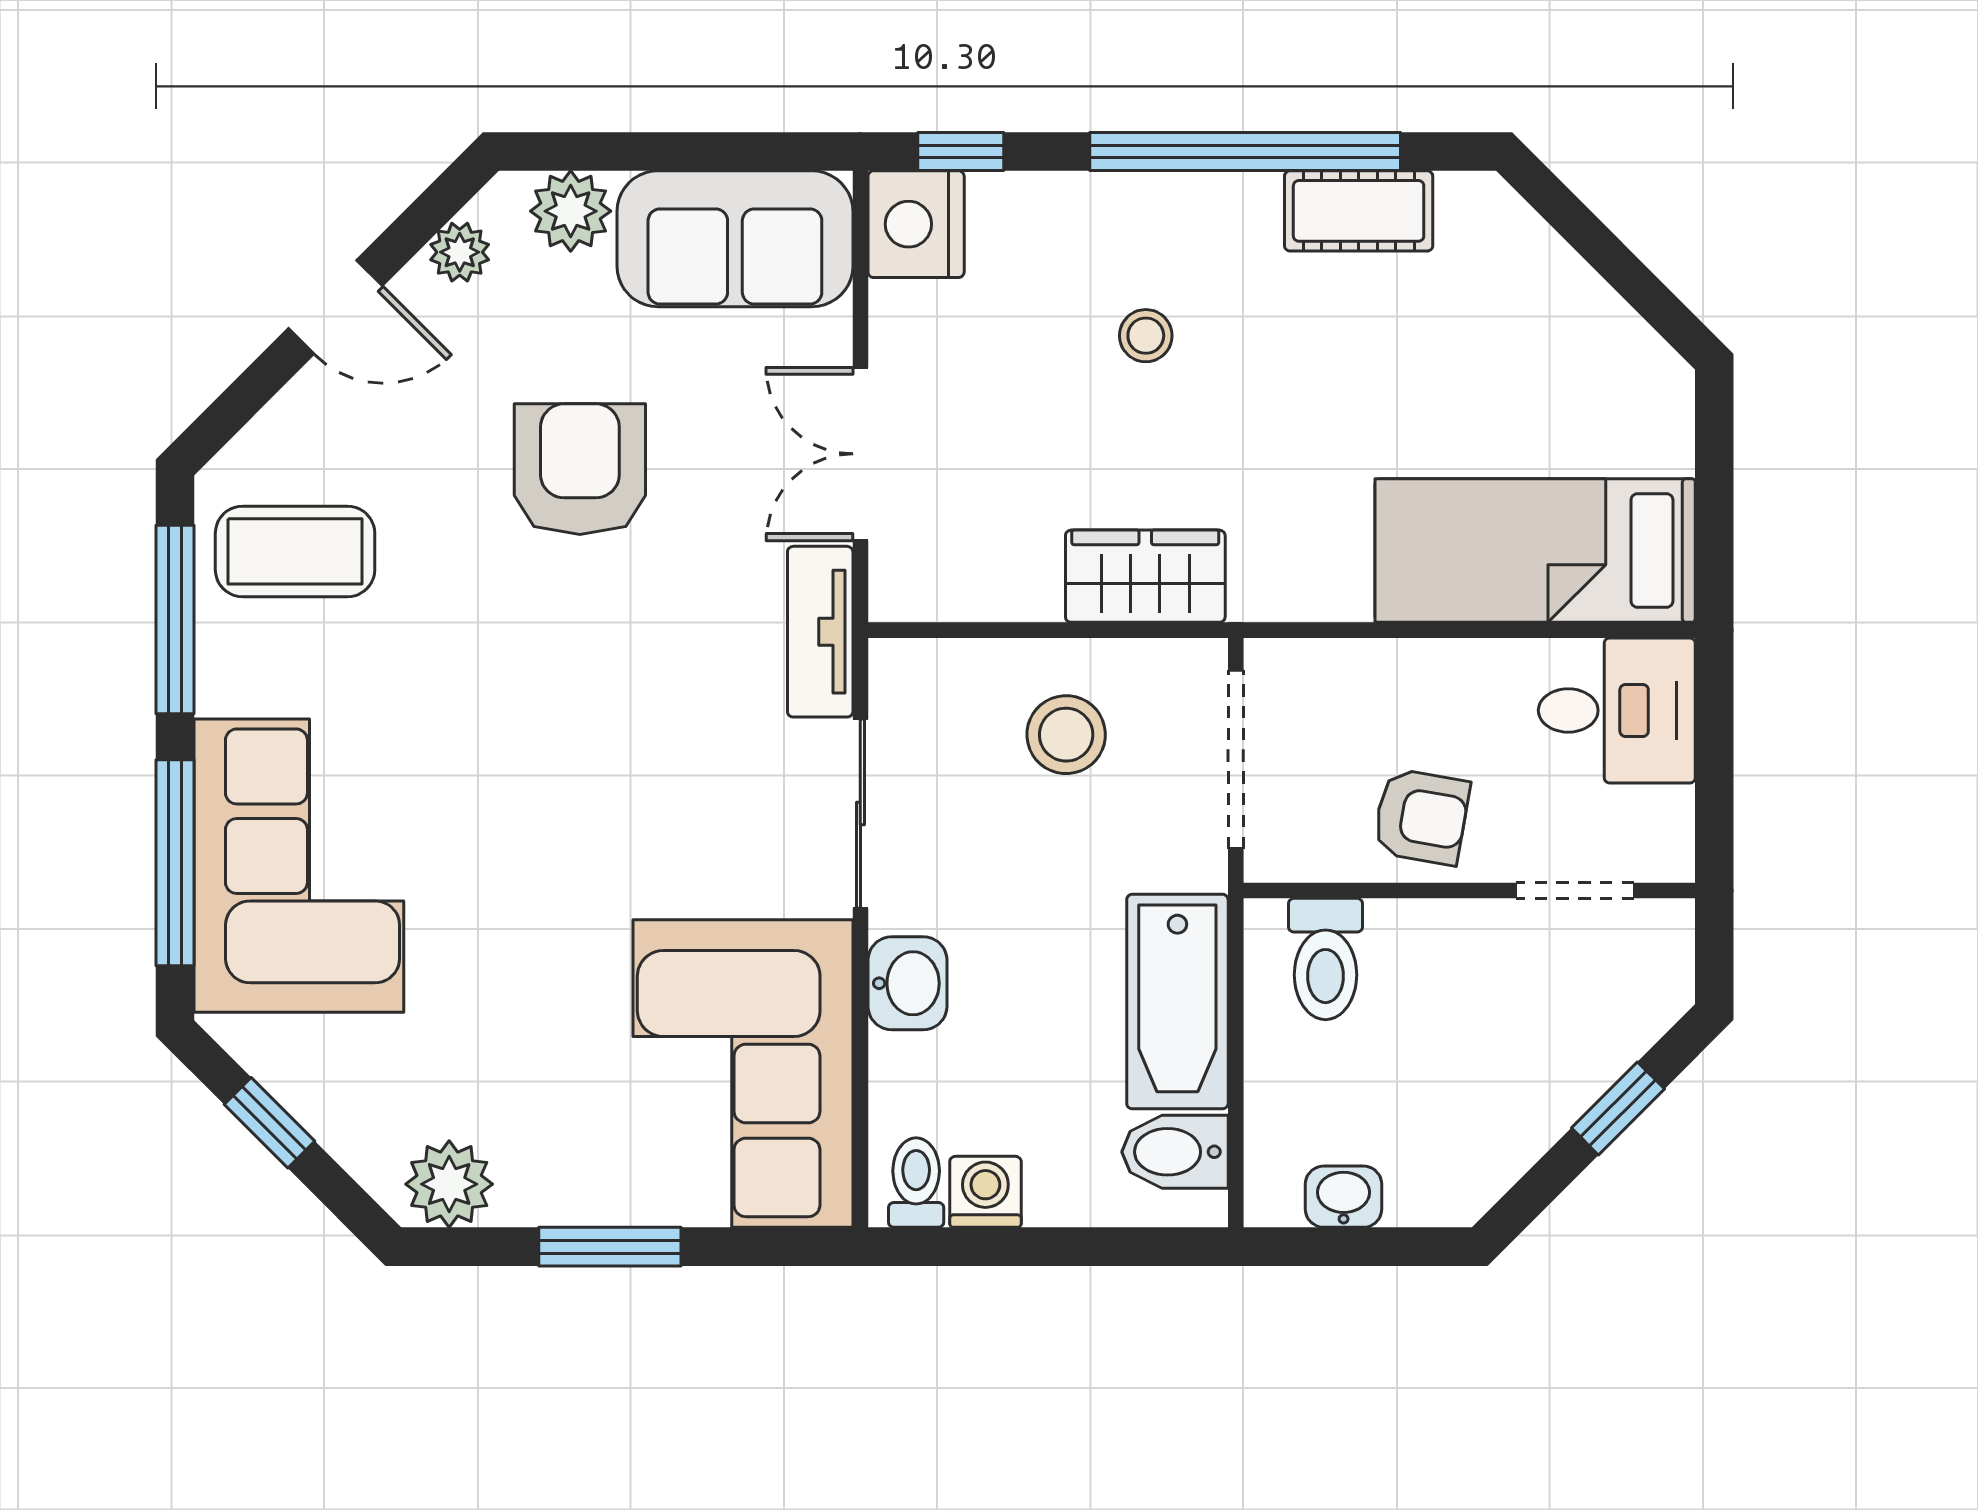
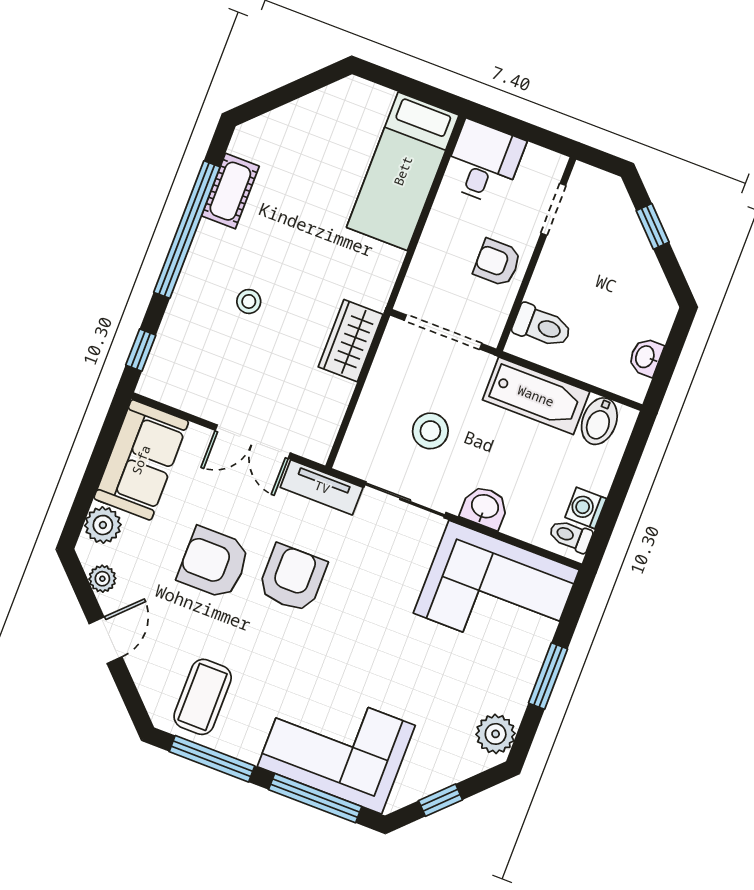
nightstand: (916, 224) -> (164, 381), removed
armchair: (610, 643) -> (292, 578), added
stool: (1066, 735) -> (430, 431), moved
armchair: (1421, 817) -> (497, 263), turned -100

